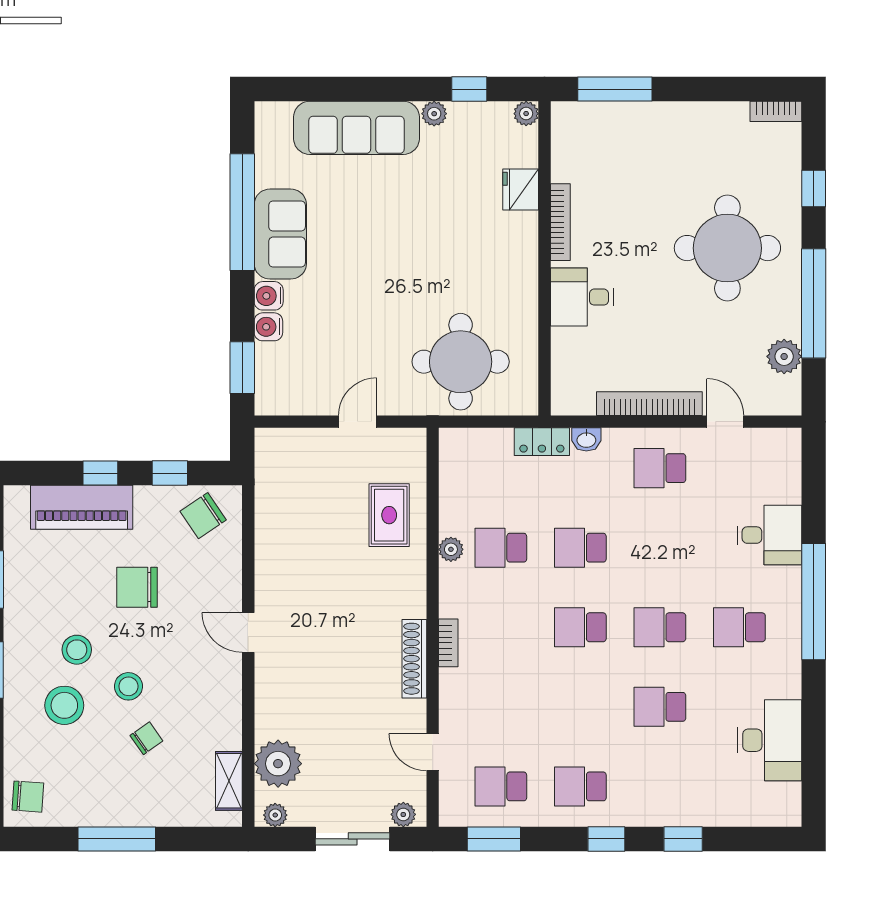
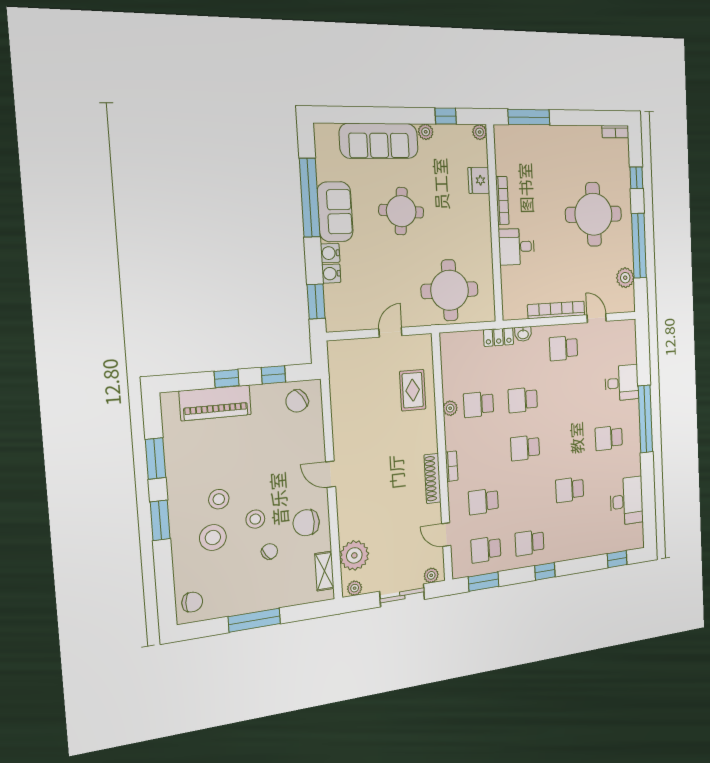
round table: (387, 235) -> (401, 211), added
chair: (137, 587) -> (306, 523), moved
school desk: (660, 627) -> (483, 501), moved
window: (683, 839) -> (617, 559), moved

